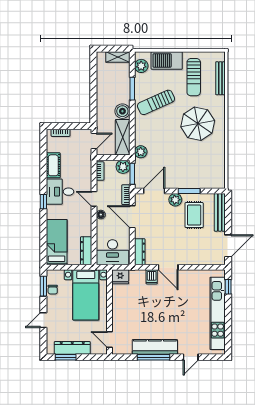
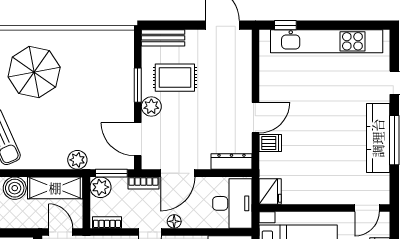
bench: (220, 212) -> (163, 38), width x0.73

